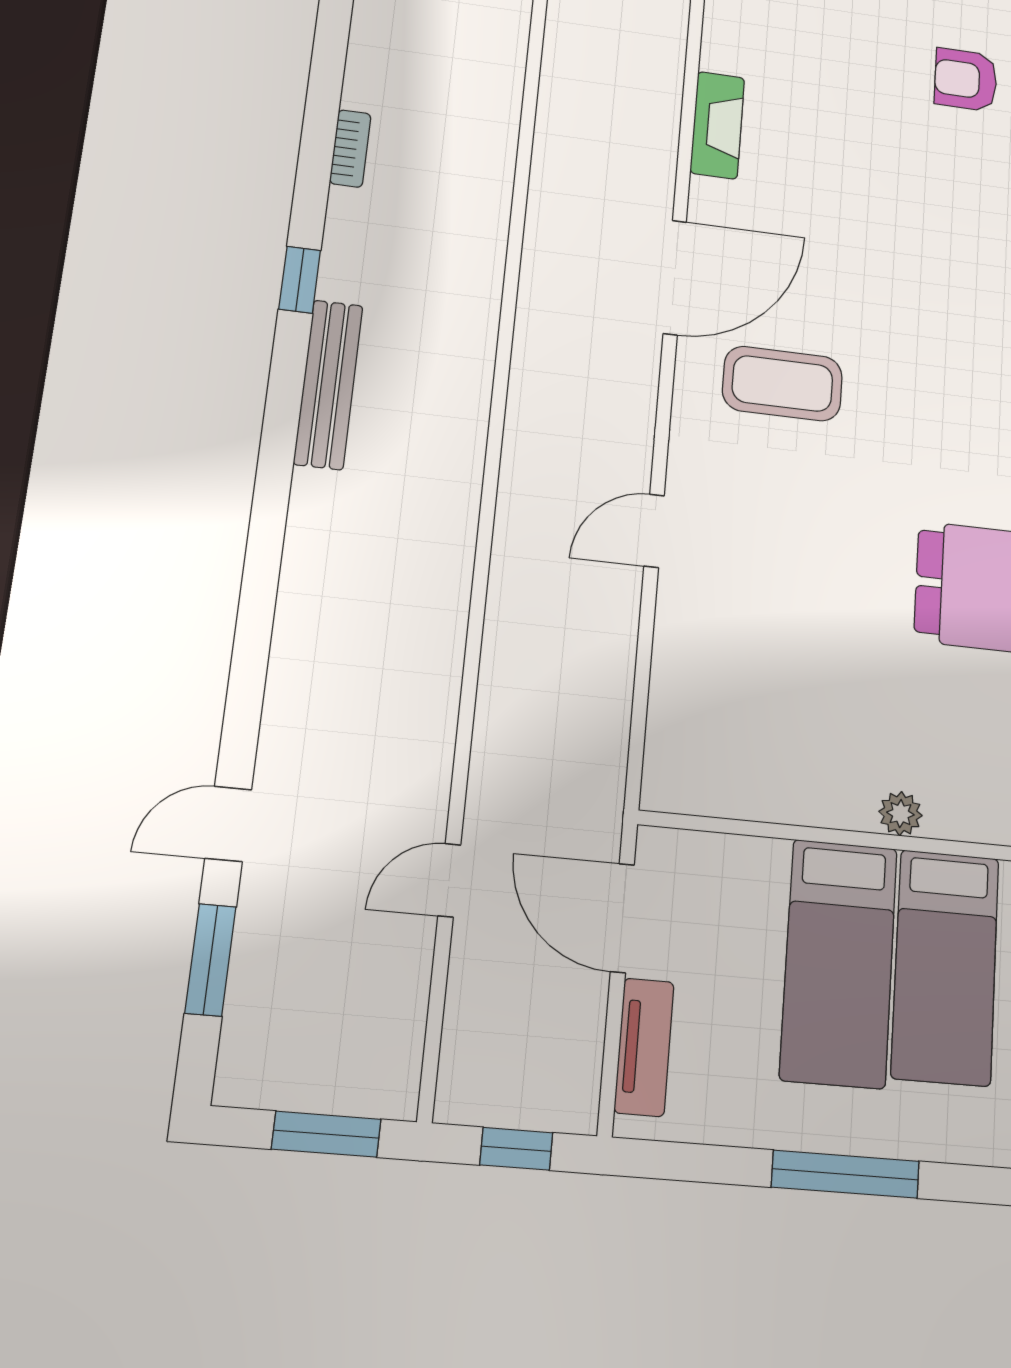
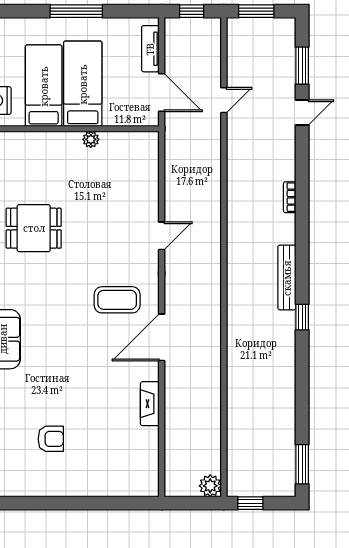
bookcase: (350, 148) -> (290, 197), moved
plant: (900, 814) -> (91, 139), moved

